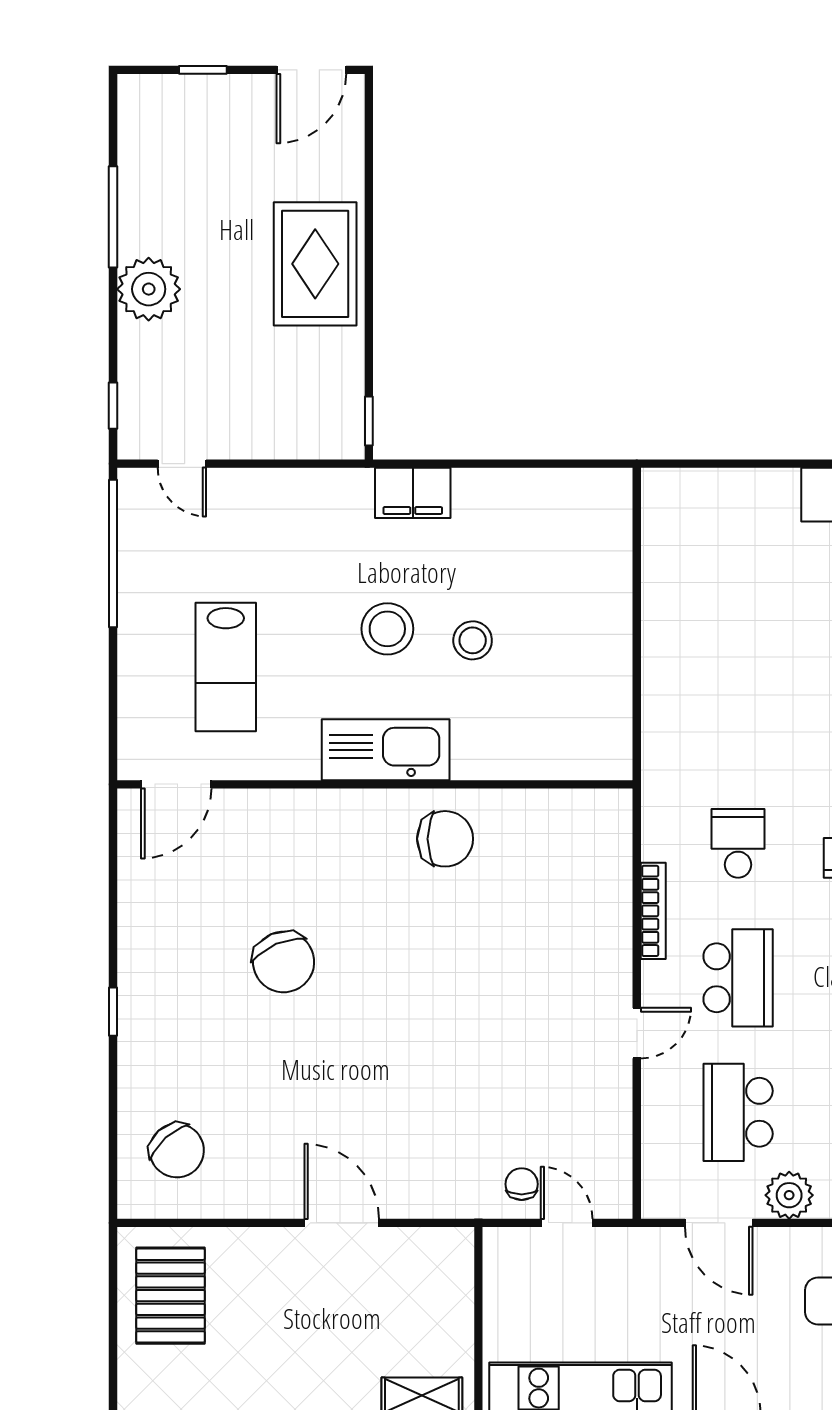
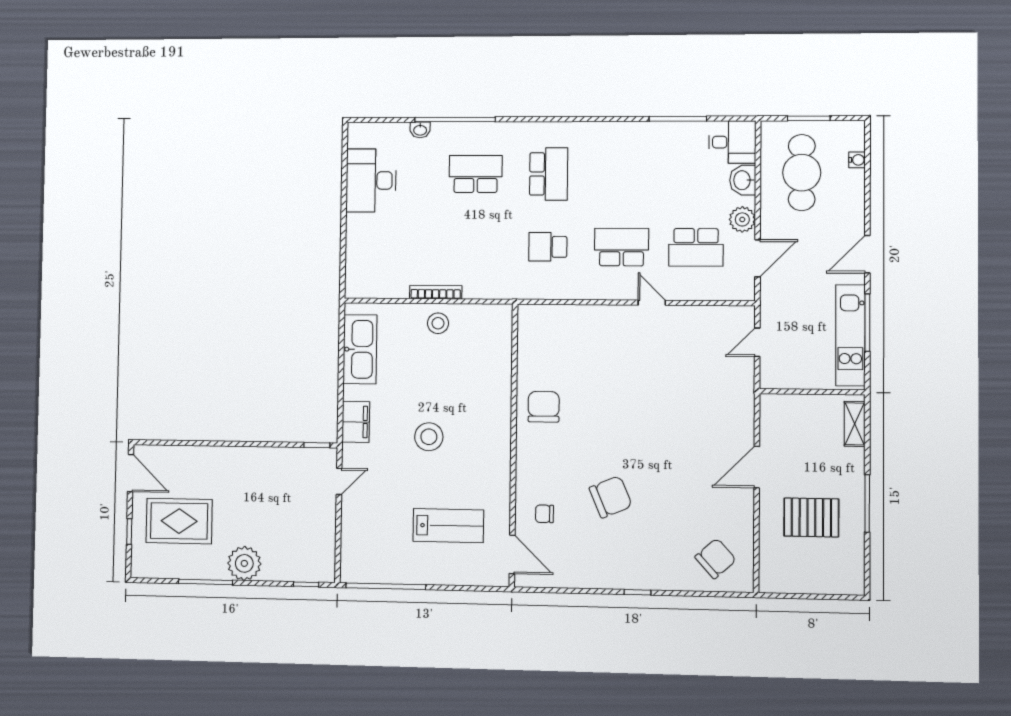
rug: (315, 264) -> (179, 521), moved
door: (182, 464) -> (339, 481), moved
stool: (473, 640) -> (438, 323), moved
kitchen sink: (386, 750) -> (360, 349), moved, turned 180
bookcase: (653, 911) -> (436, 292), moved
chair: (522, 1184) -> (545, 514), moved
pallet: (171, 1296) -> (811, 517), moved

